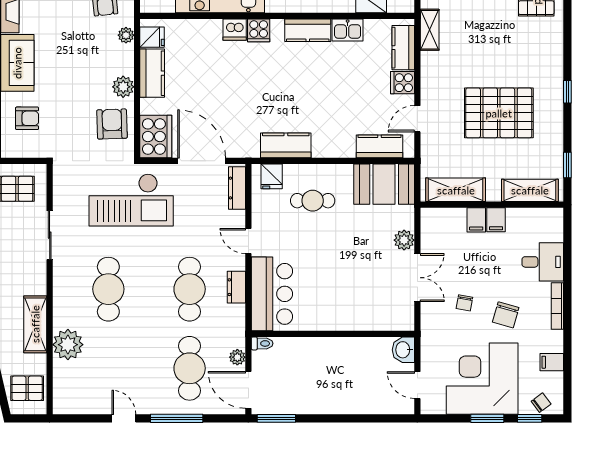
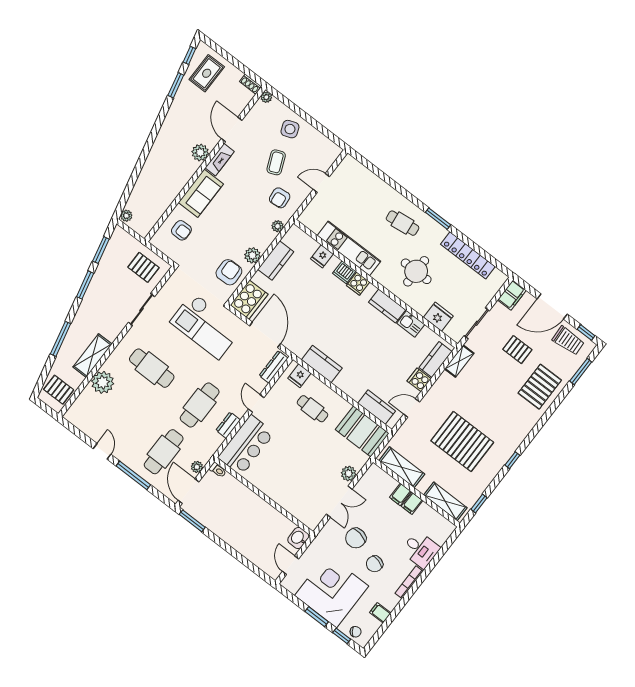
fridge: (152, 37) -> (322, 256), moved, turned 90
cafe table: (108, 289) -> (152, 368), turned 90
chair: (464, 303) -> (356, 538), width x1.87, depth x1.87

